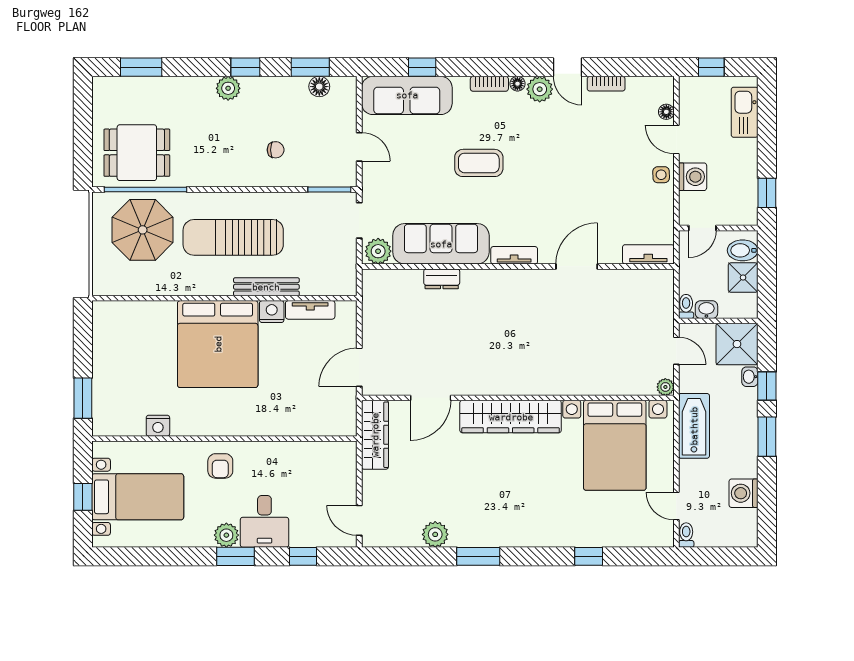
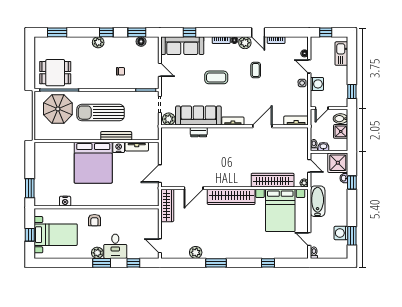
coffee table: (563, 147) -> (256, 70), added
wardrobe: (599, 381) -> (273, 180), added
window: (767, 437) -> (352, 236), moved

